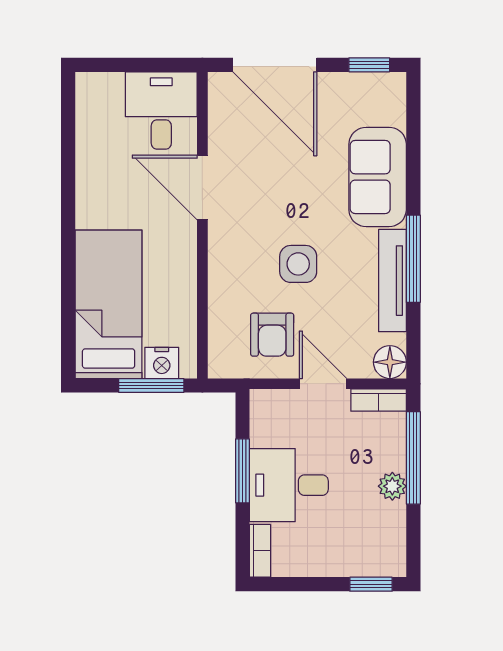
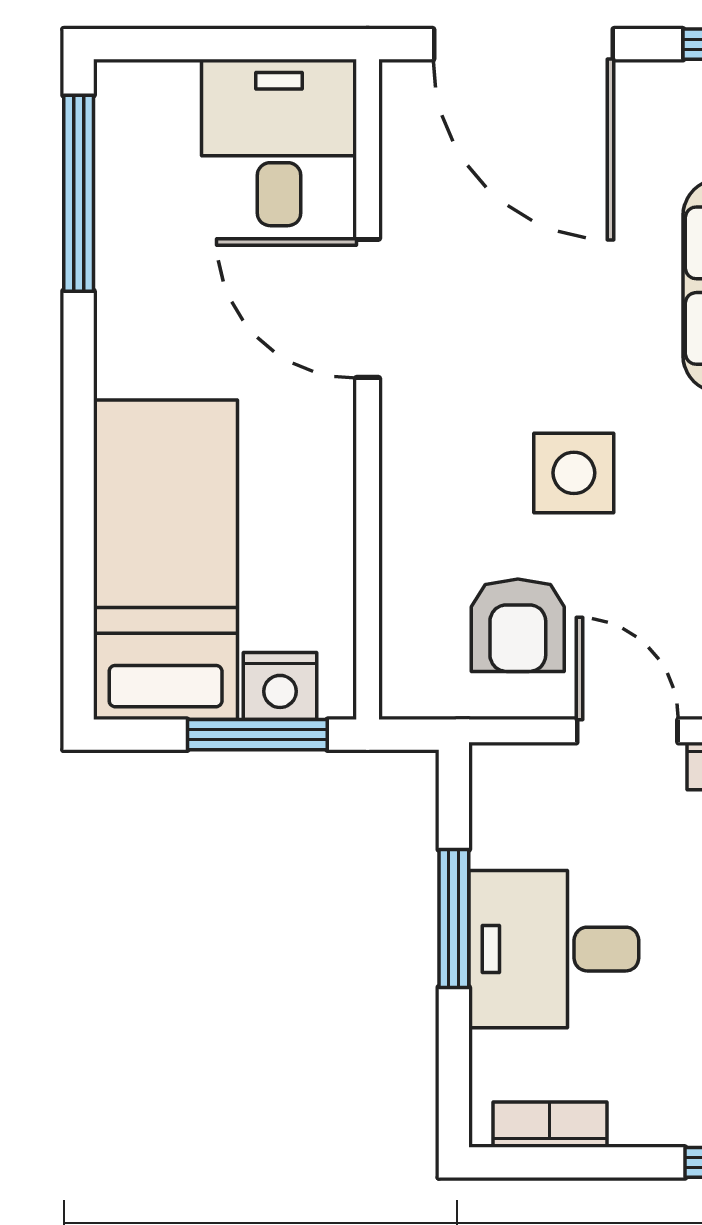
window: (68, 134) -> (79, 193), added
bookcase: (260, 551) -> (550, 1125), moved, turned -90

